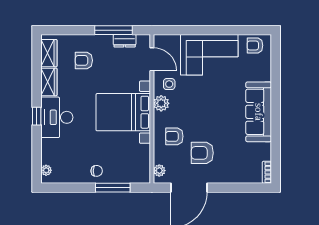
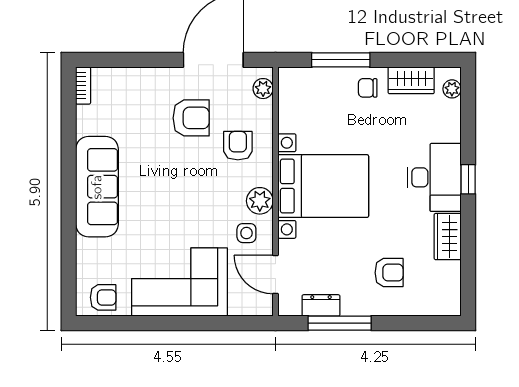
wardrobe: (49, 53) -> (411, 80), moved, turned -90
armchair: (174, 136) -> (238, 146), turned -90

